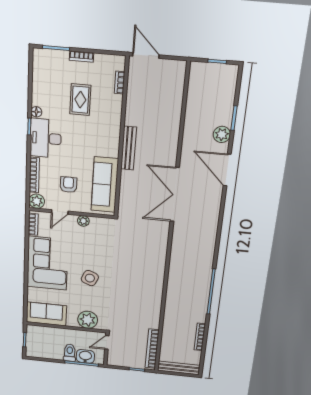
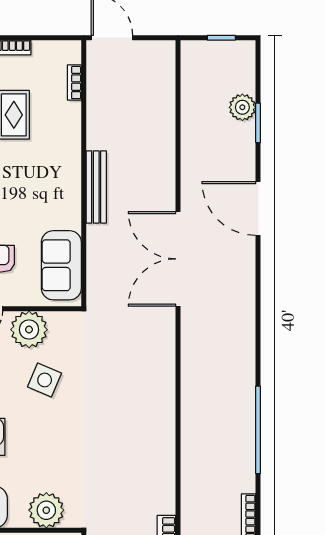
plant: (222, 134) -> (242, 107), moved
sofa: (105, 185) -> (61, 265), width x0.73
plant: (83, 221) -> (29, 330), width x1.88, depth x1.88
side table: (90, 278) -> (45, 380), moved

